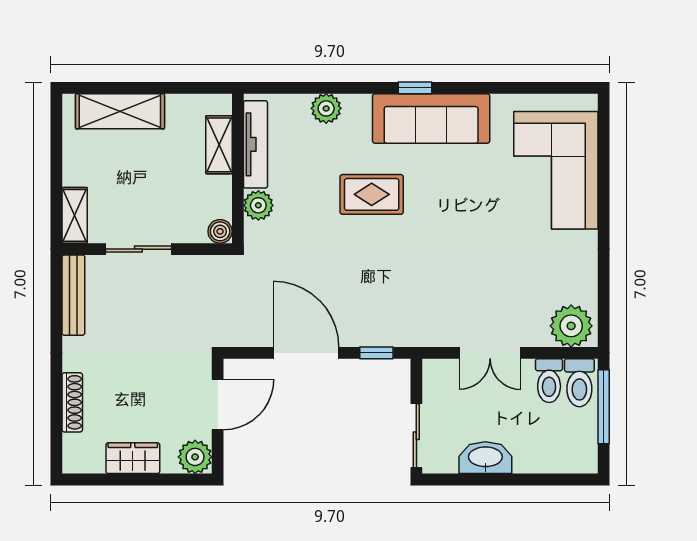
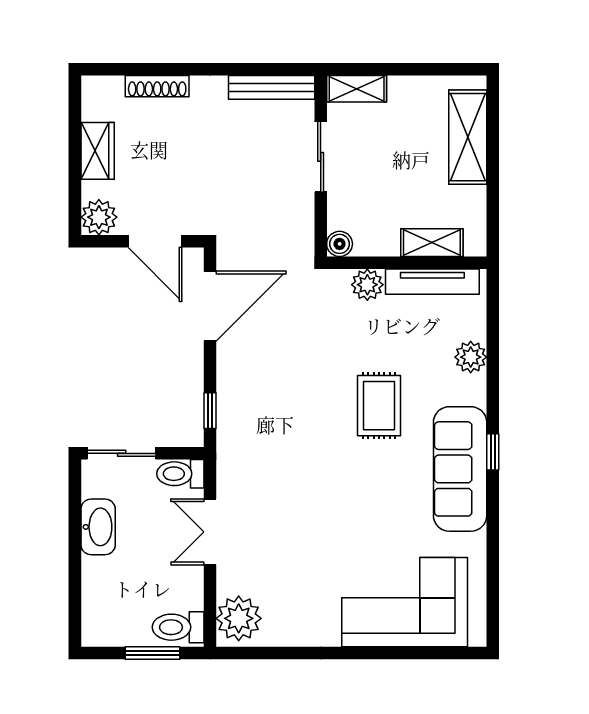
door: (306, 353) -> (210, 306), moved
toilet: (549, 381) -> (180, 474), moved
window: (604, 407) -> (153, 653), width x0.69

